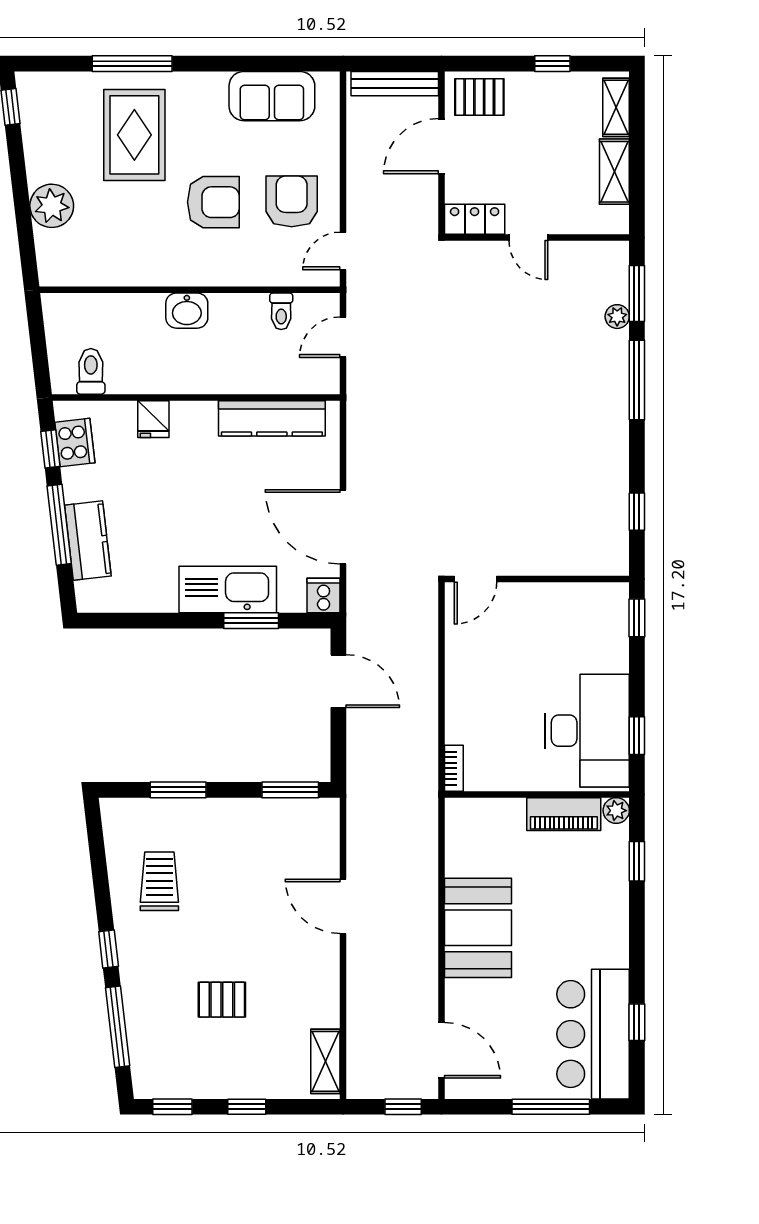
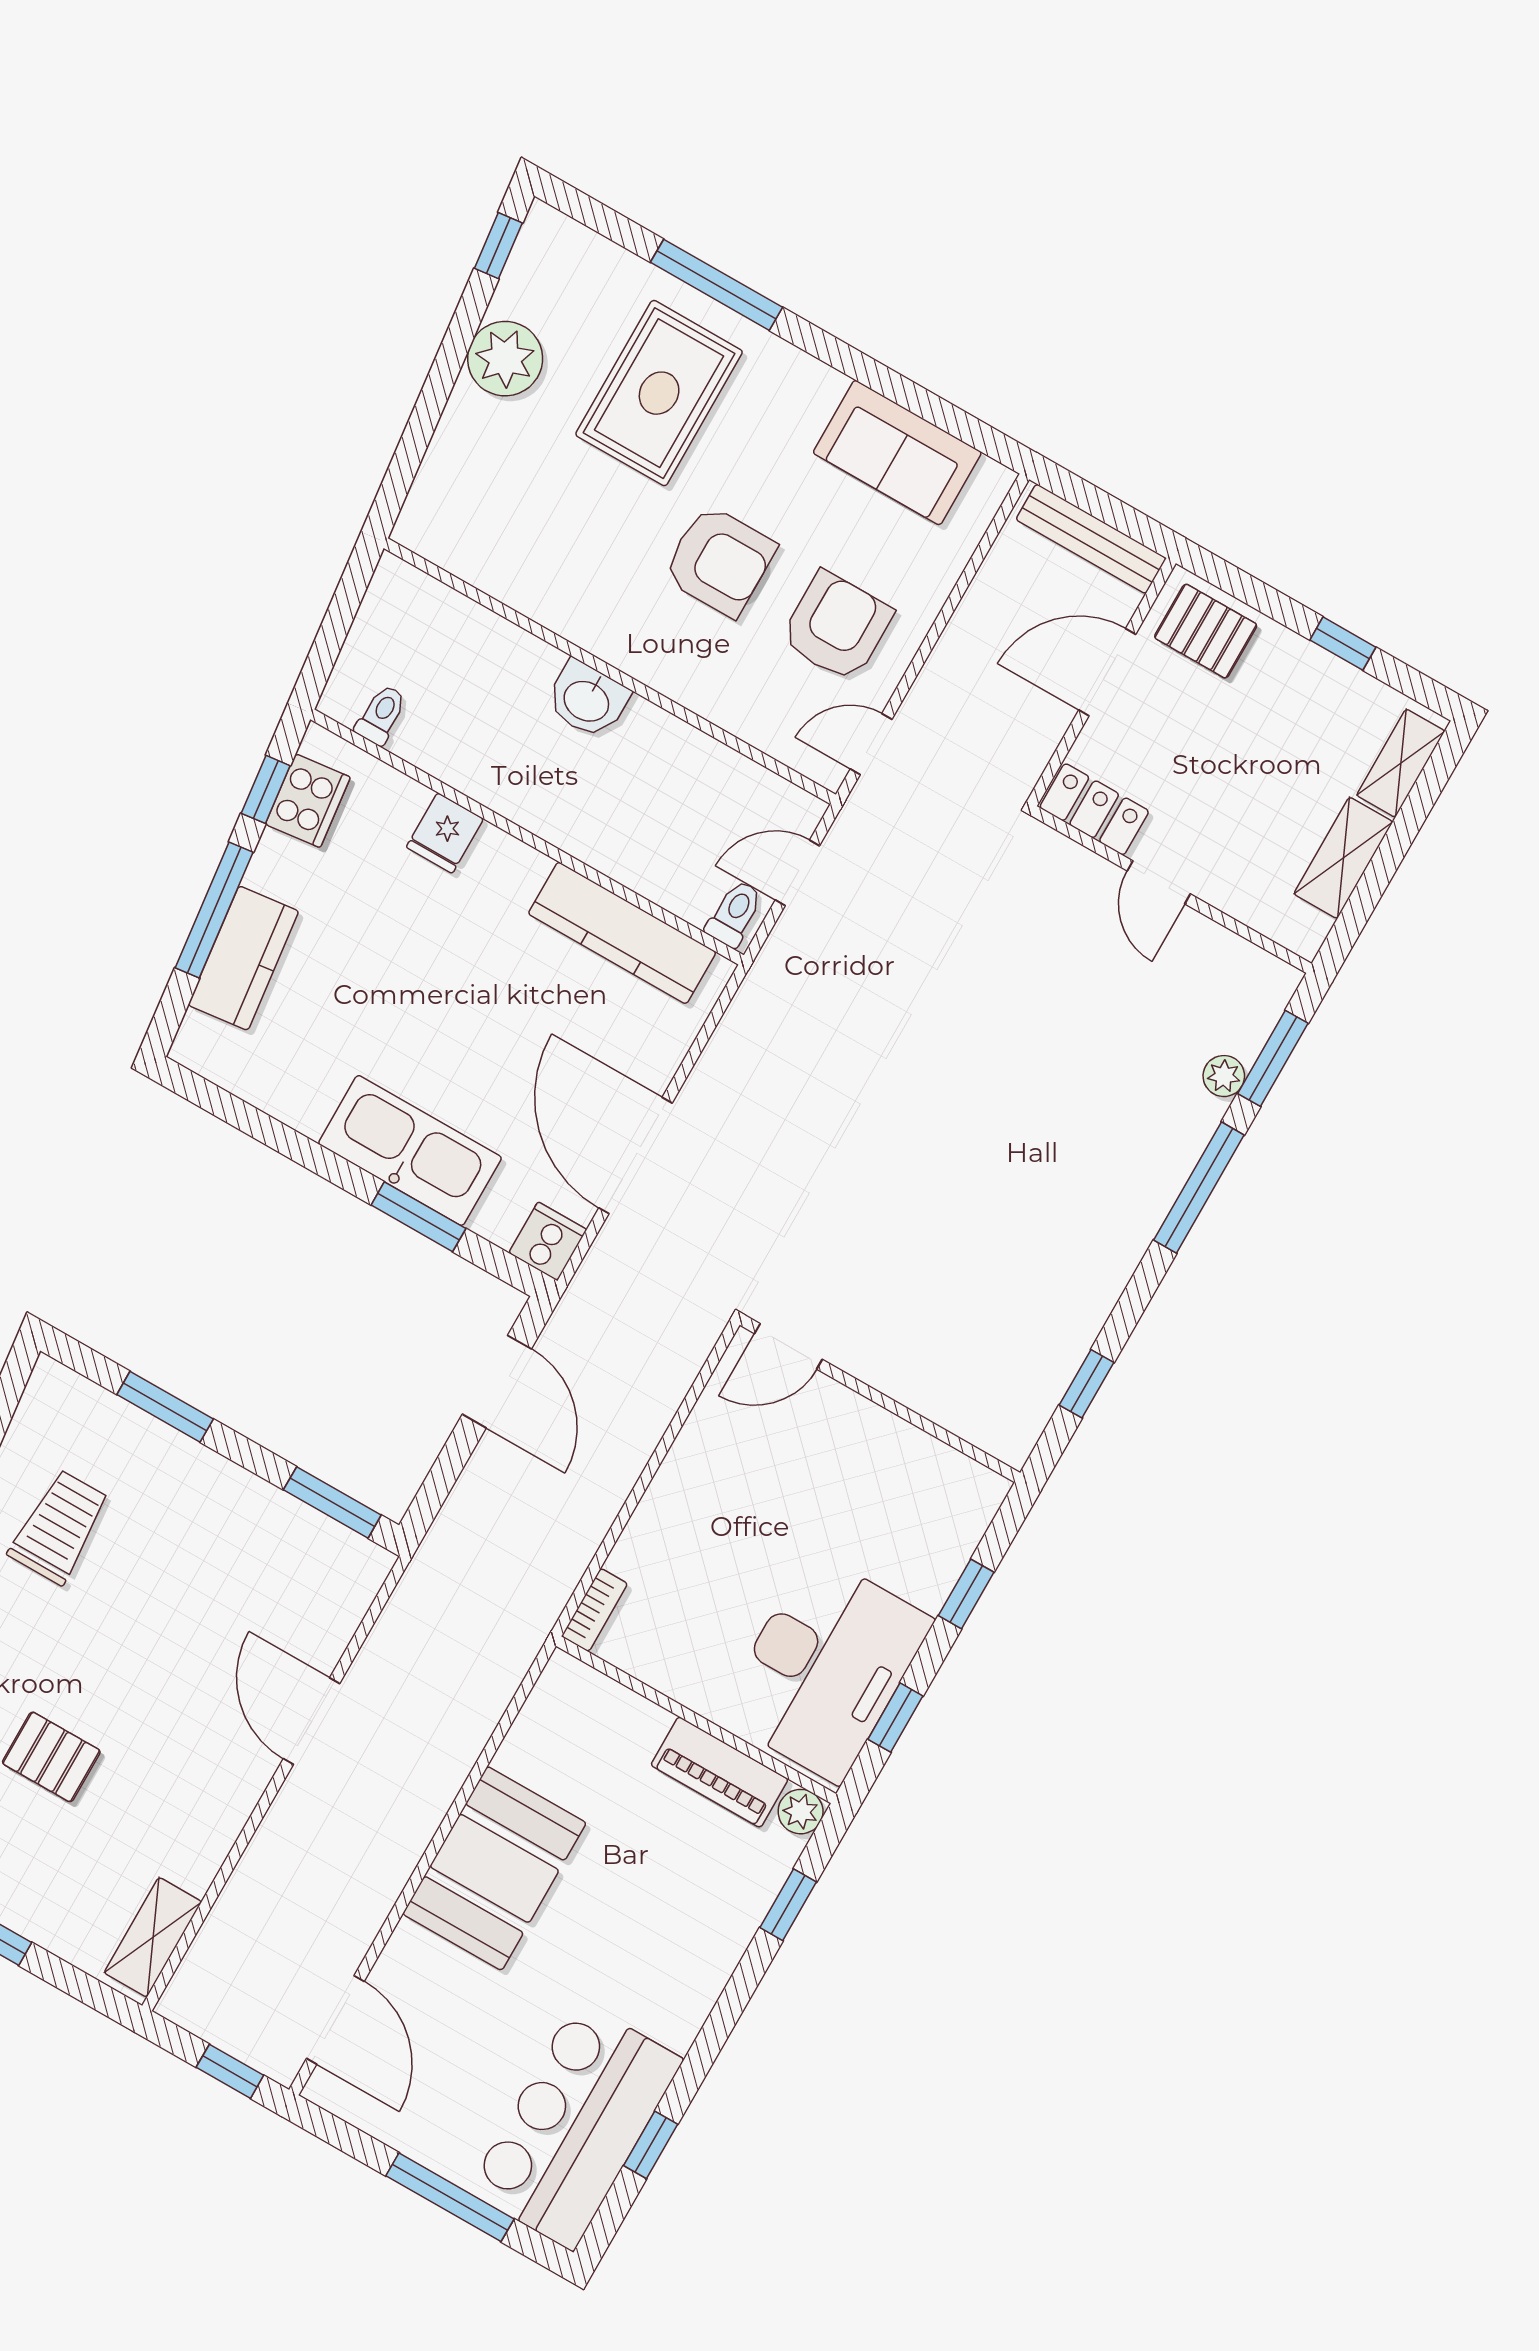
plant: (52, 206) -> (505, 359), moved
toilet: (281, 311) -> (735, 914), moved, turned 180
toilet: (91, 371) -> (381, 715), width x0.73, depth x0.72
window: (637, 618) -> (966, 1594), moved

